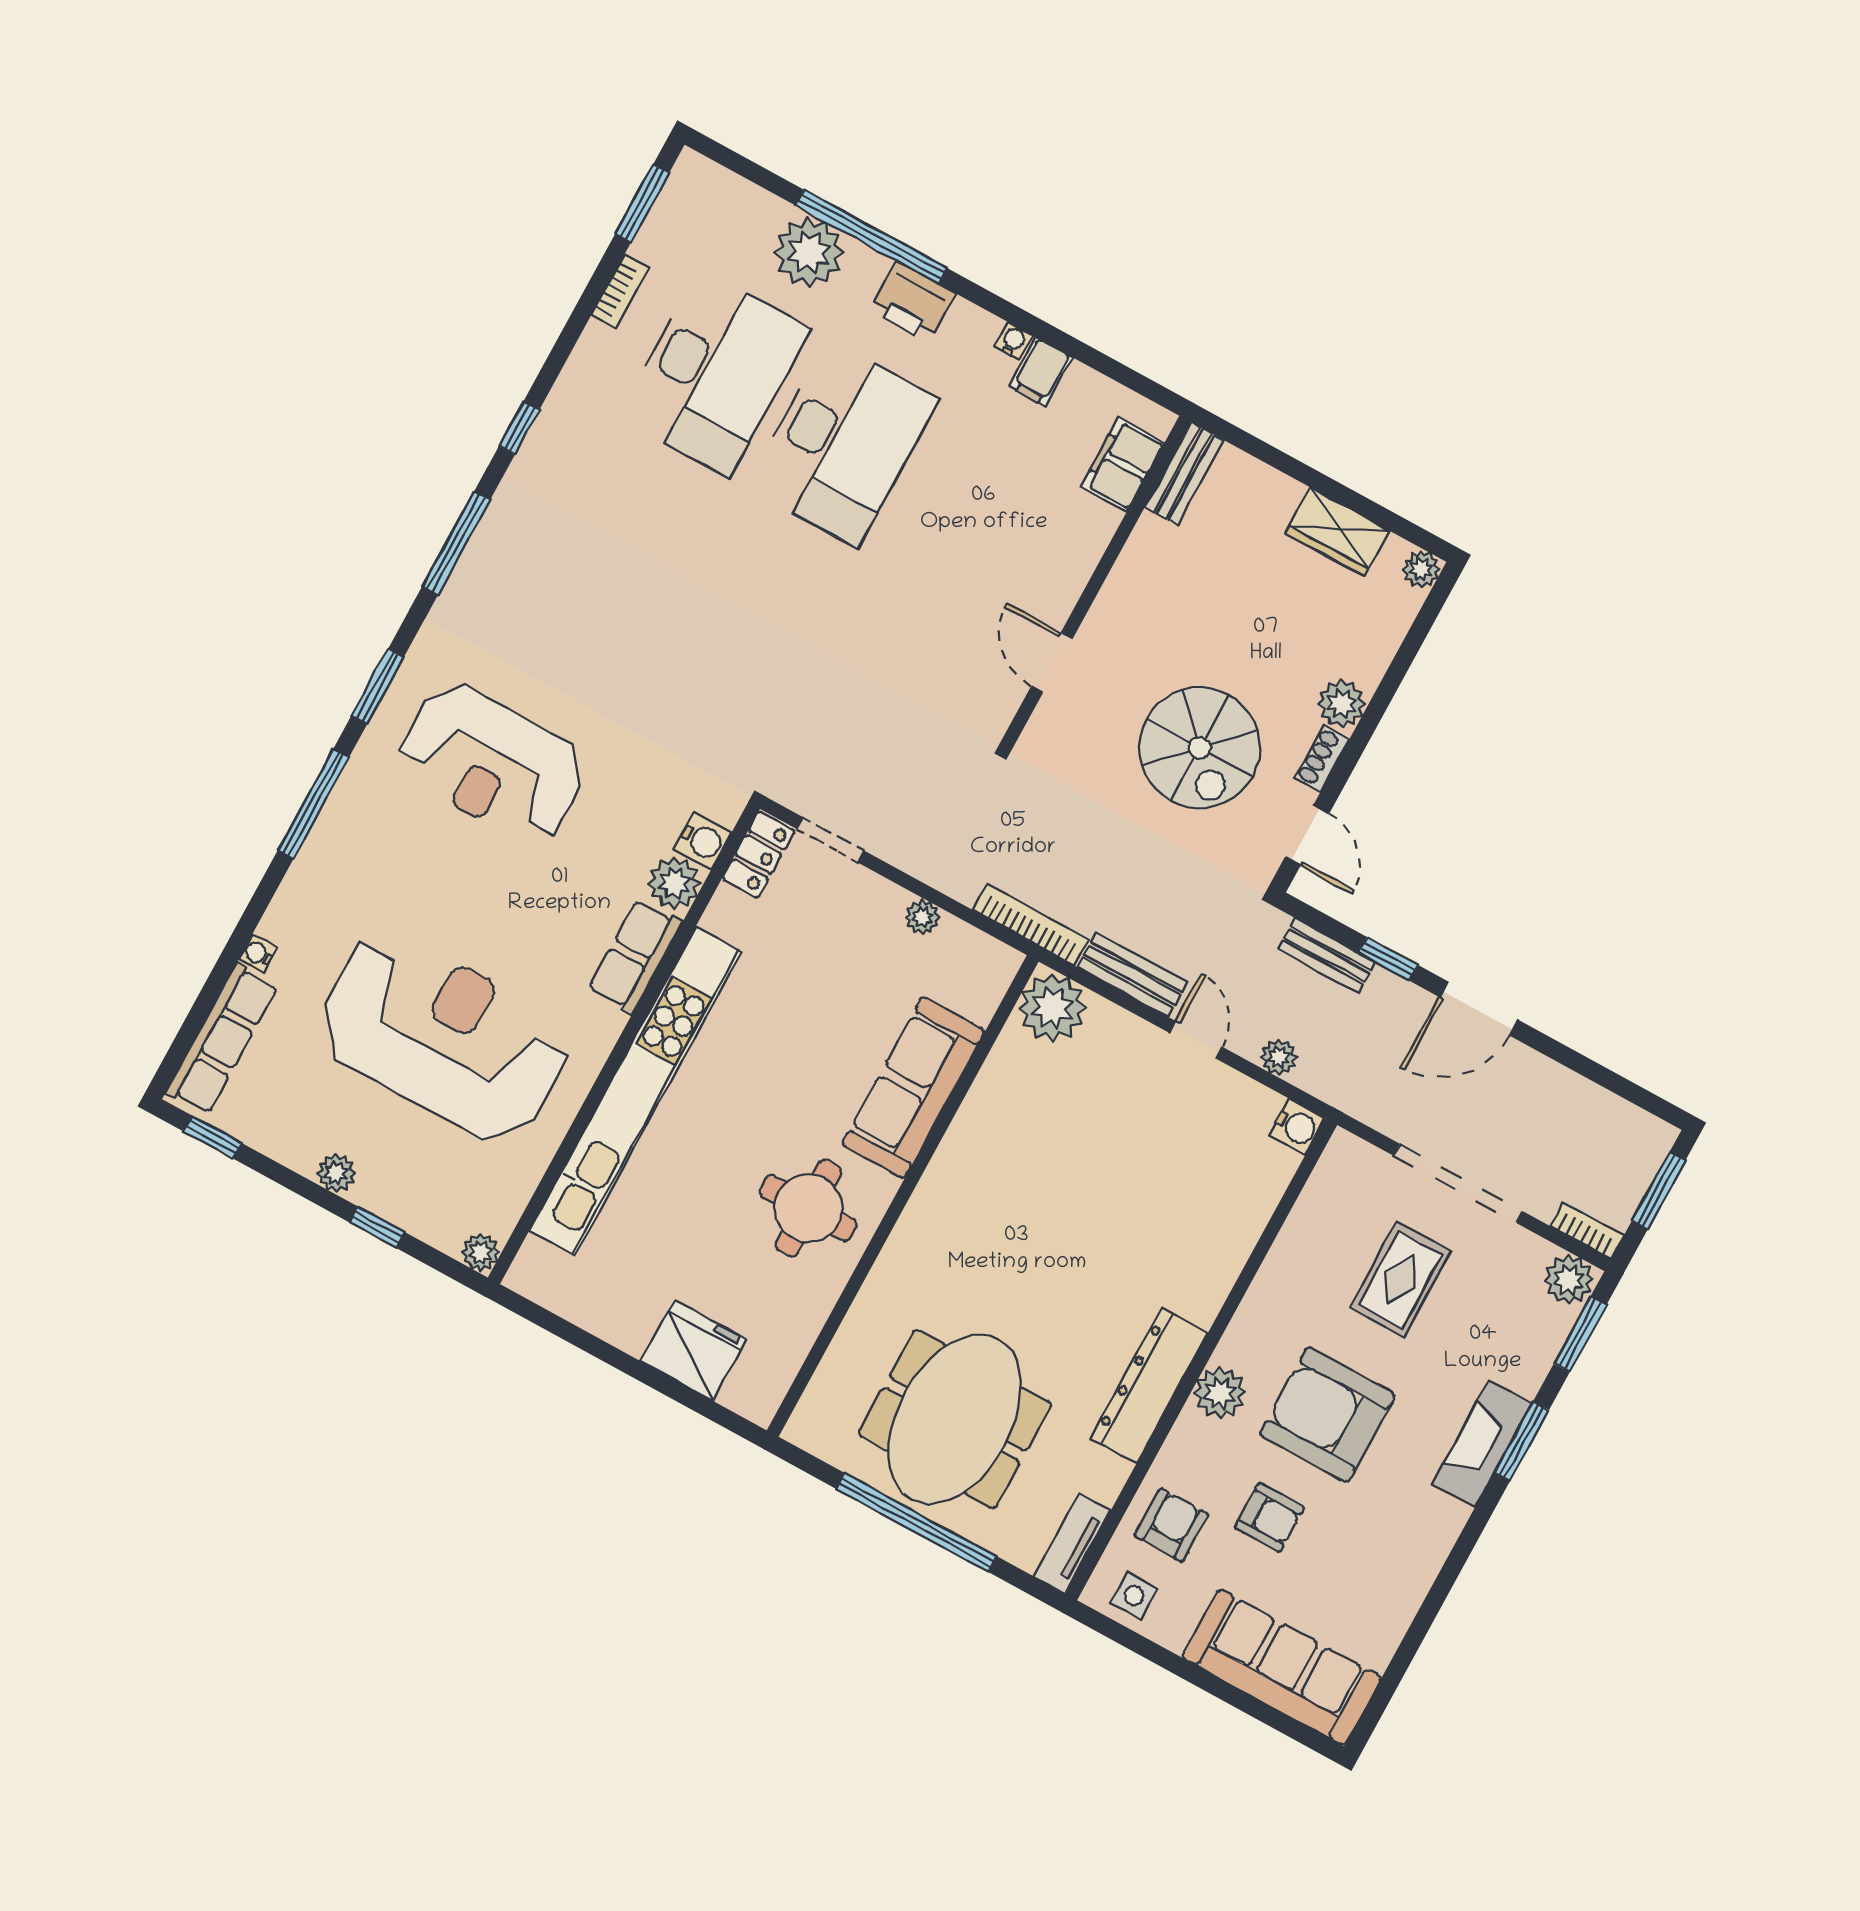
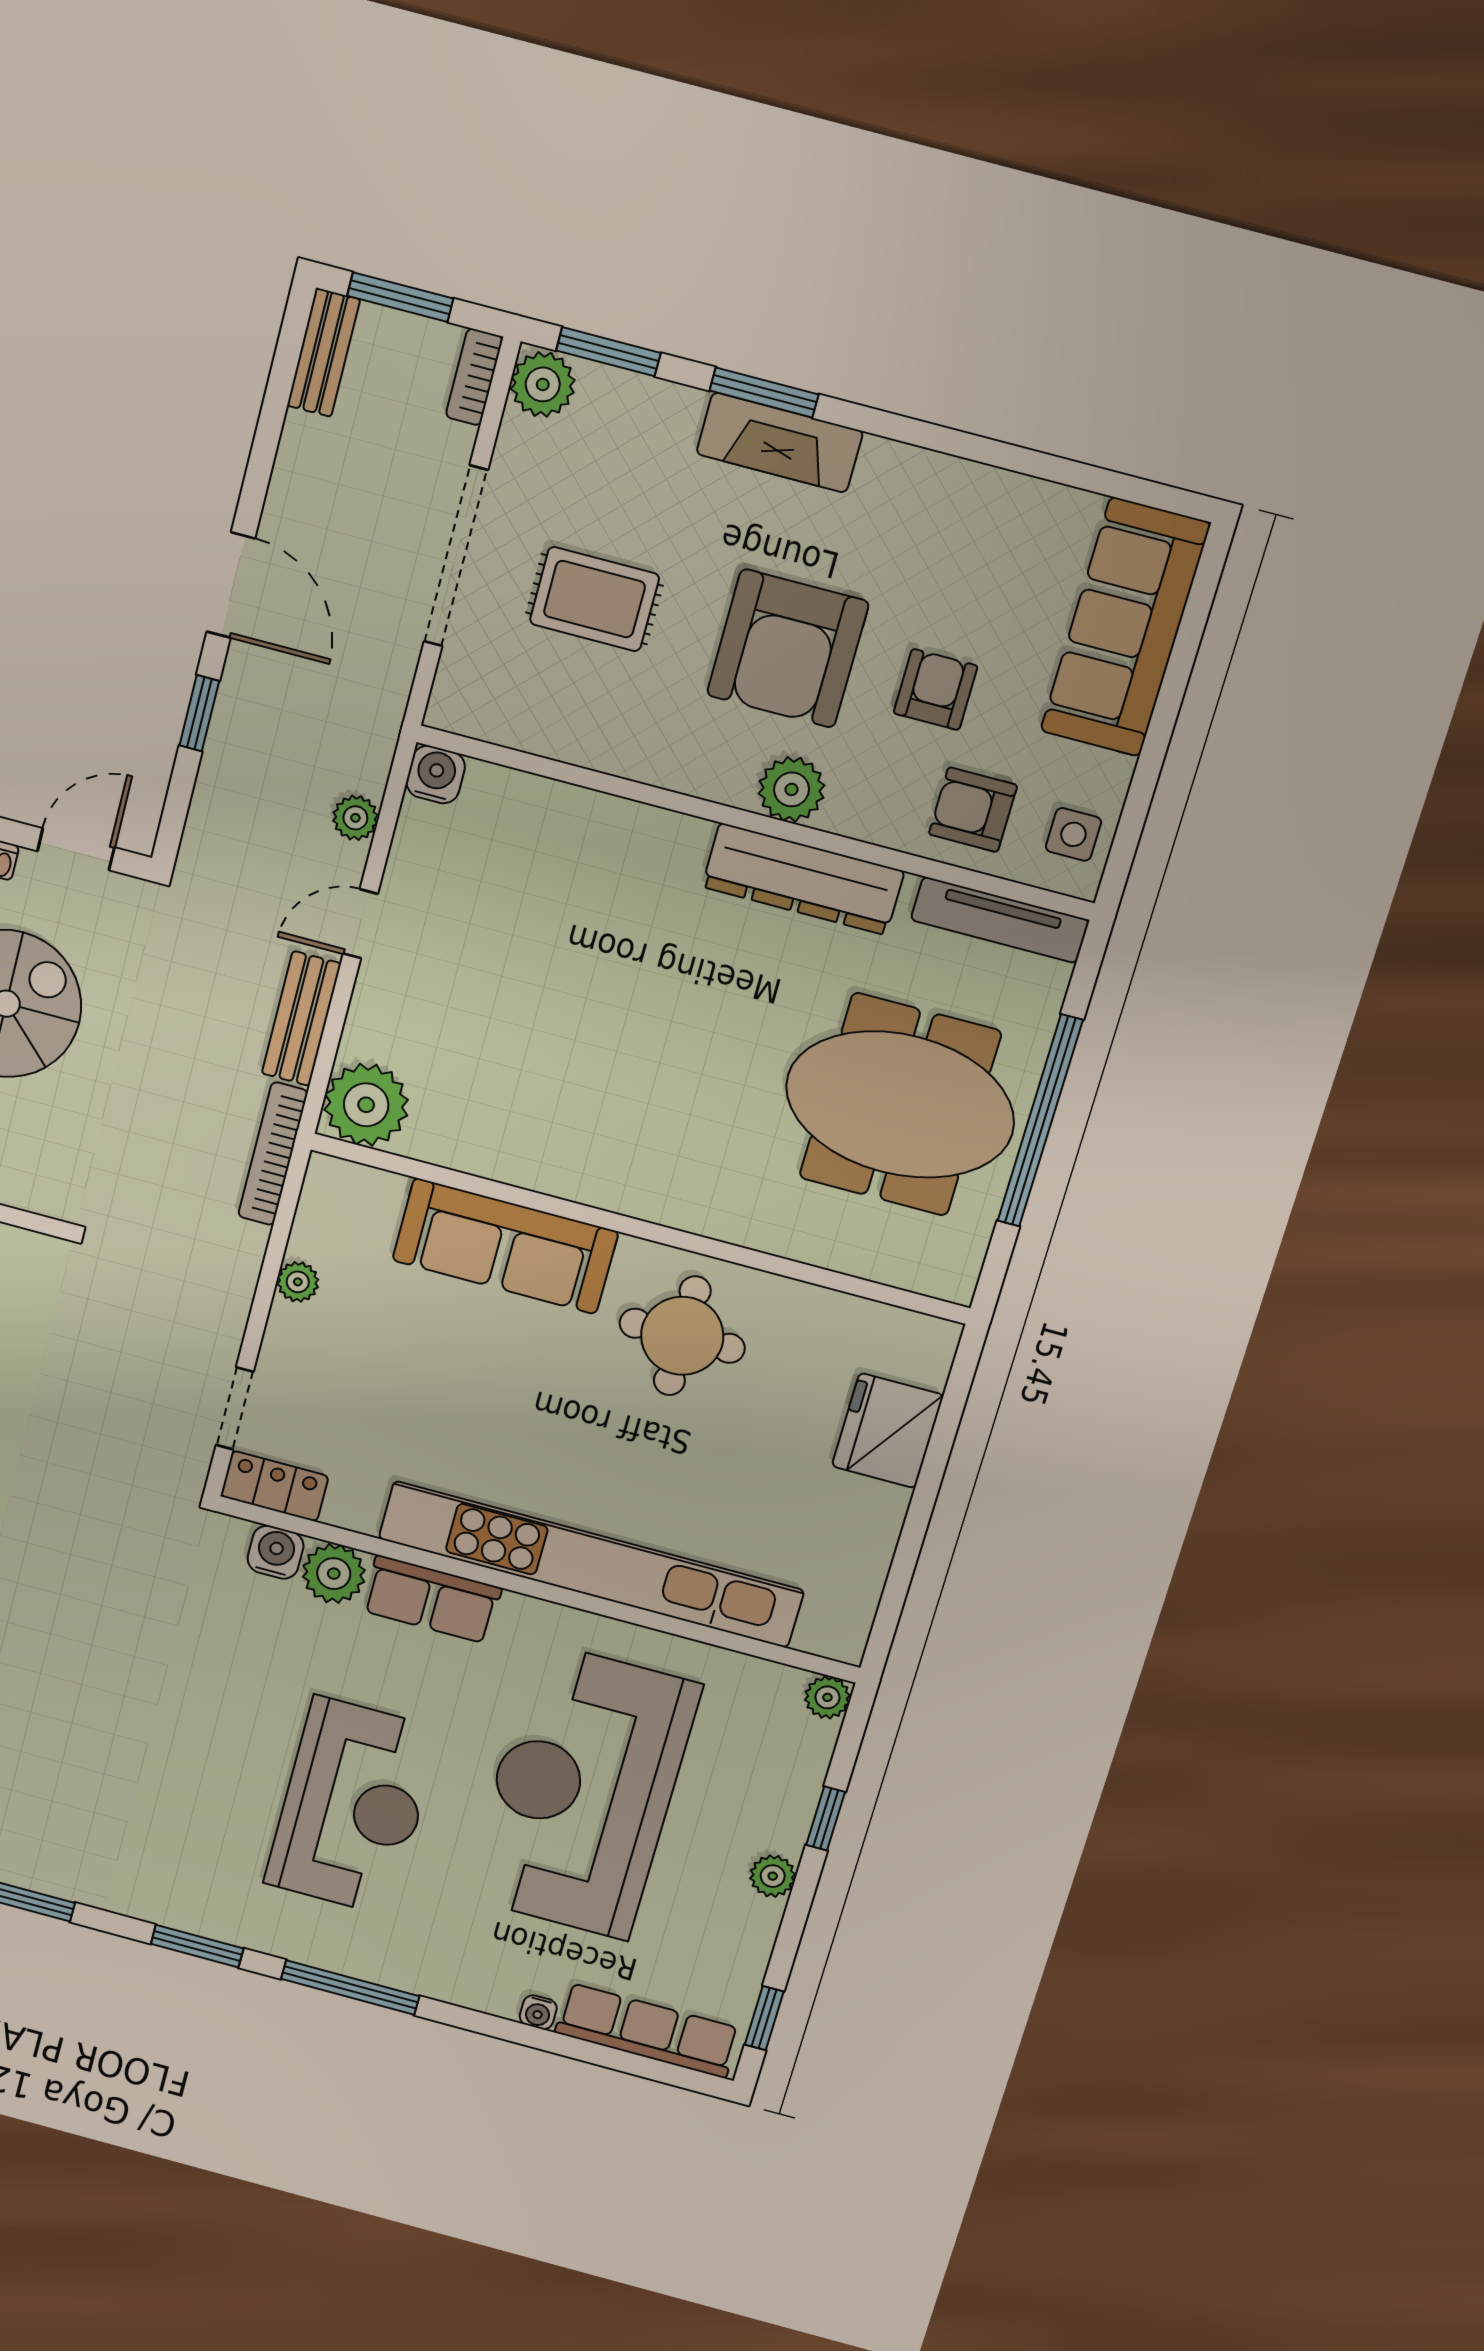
reception desk: (492, 763) -> (353, 1806), moved
bench: (1327, 956) -> (323, 353), moved
tv unit: (1072, 1544) -> (1000, 920), width x1.41

